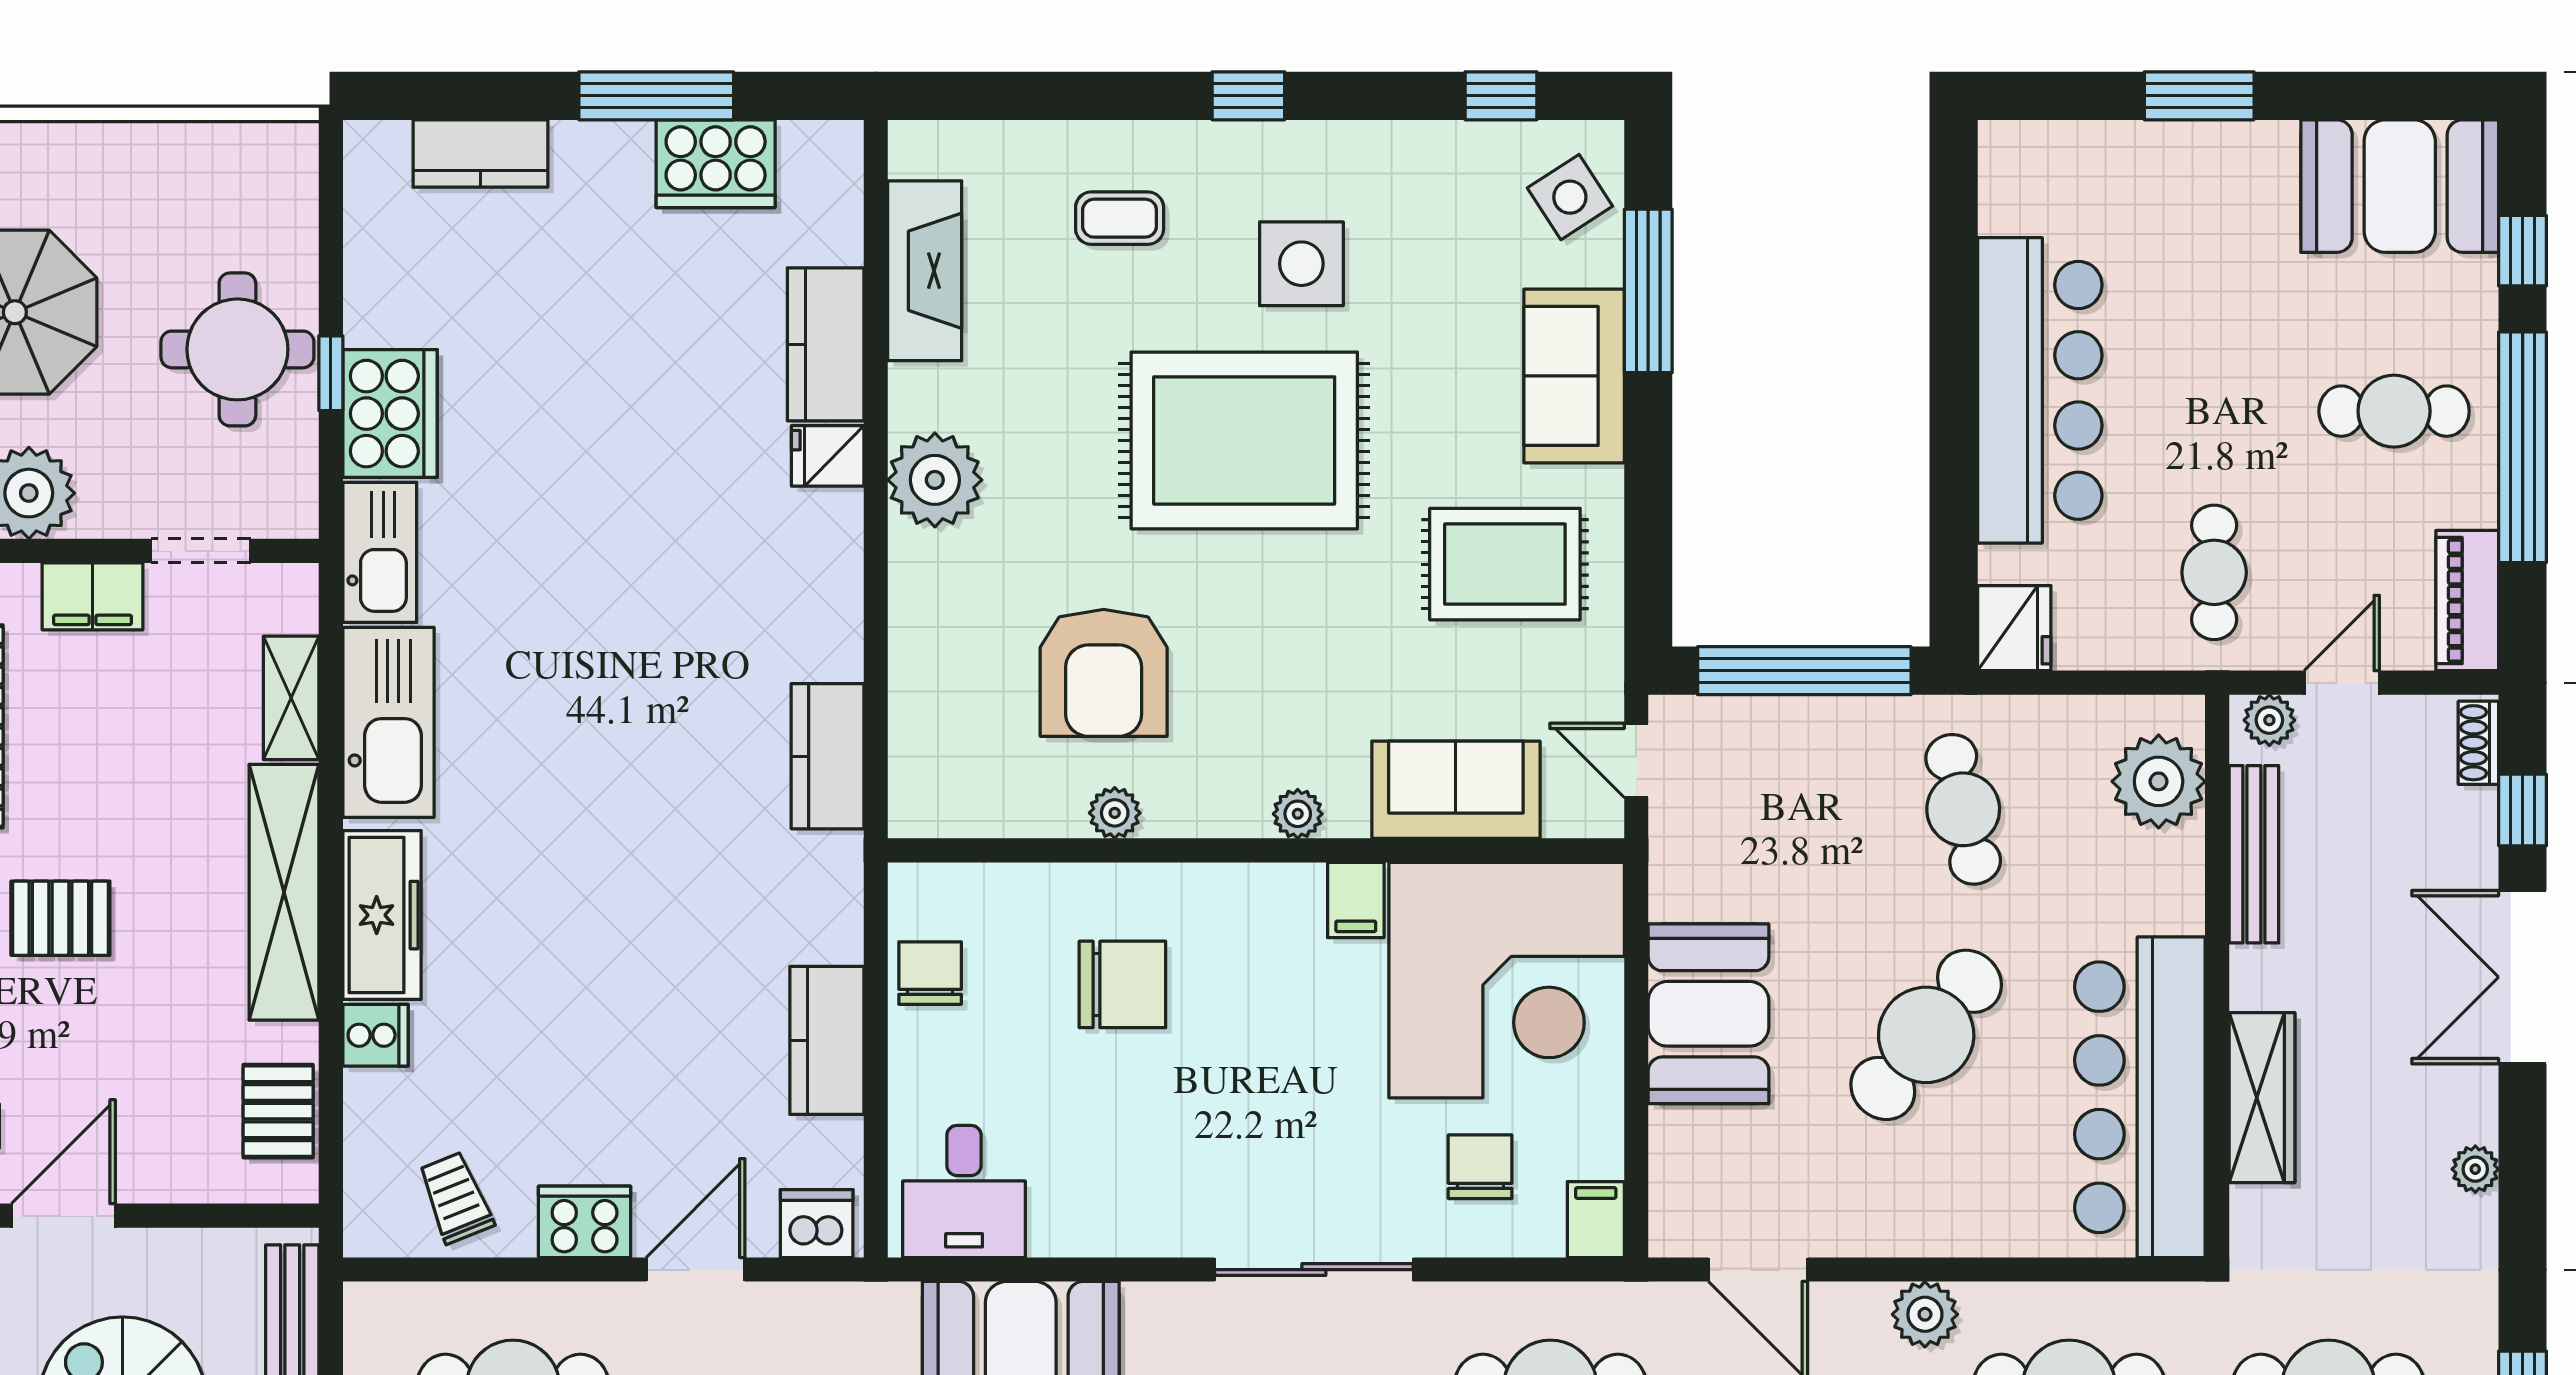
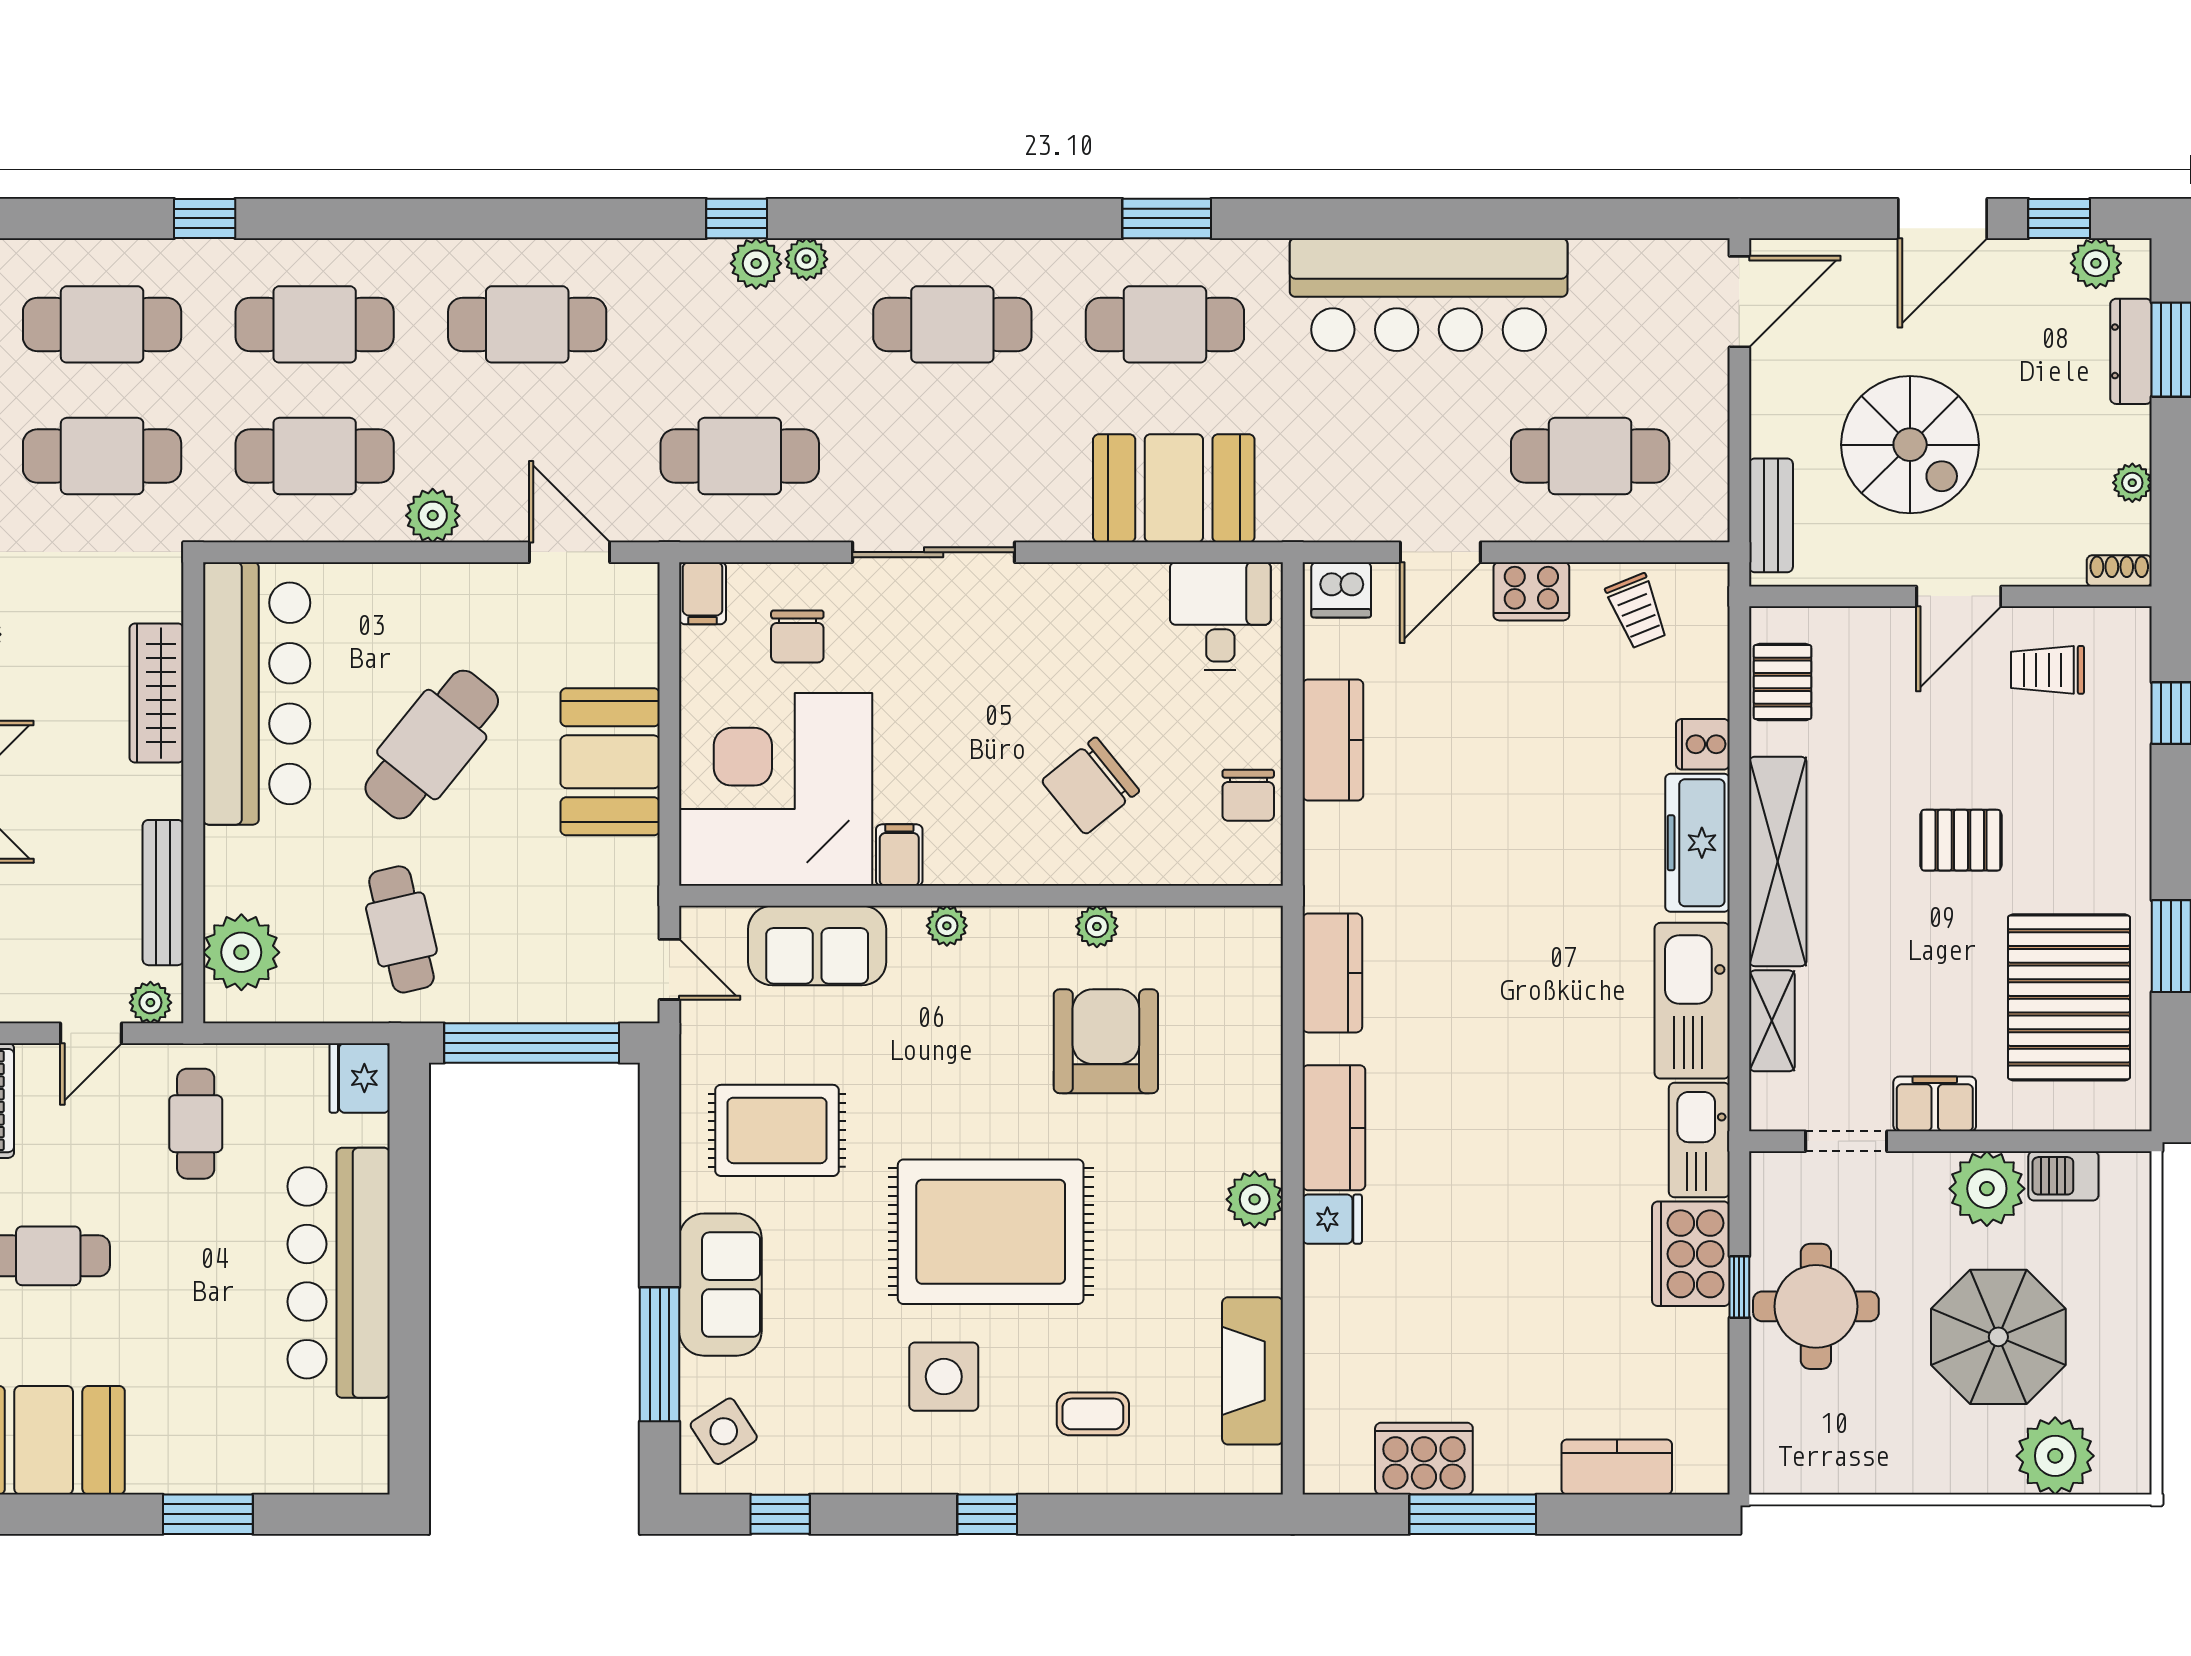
kitchen counter: (826, 344) -> (1334, 1128), moved
plant: (935, 480) -> (1255, 1199), width x0.73, depth x0.73
chair: (1122, 984) -> (1090, 786), turned -39

